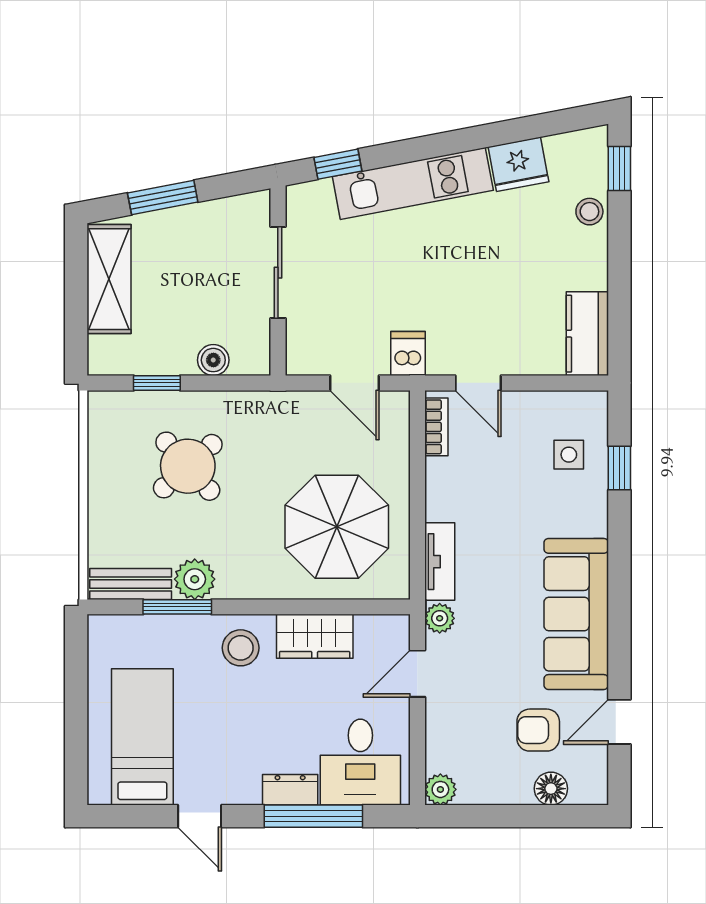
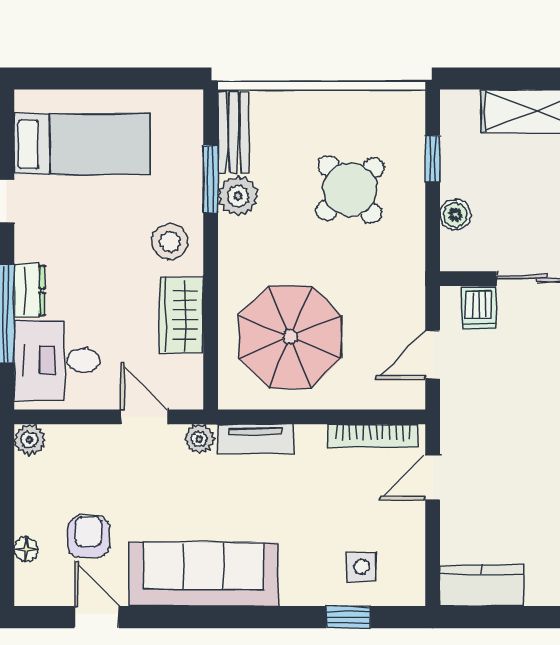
dishwasher: (408, 354) -> (479, 308), moved, turned 90
bookcase: (436, 427) -> (373, 436), width x1.56
floor lamp: (551, 789) -> (26, 549), width x0.73, depth x0.73

